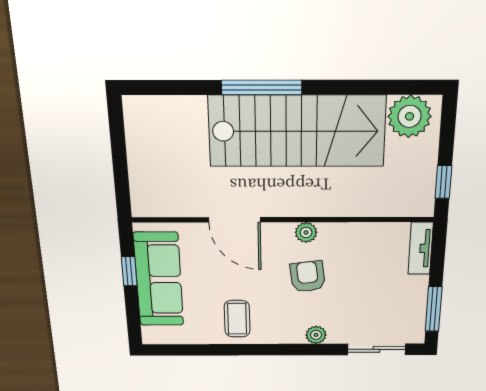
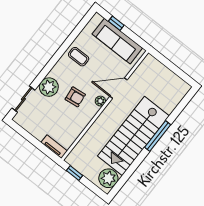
plant: (306, 232) -> (100, 101), moved
window: (129, 271) -> (116, 23), moved
window: (434, 309) -> (24, 134), removed
plant: (316, 335) -> (49, 87), width x1.88, depth x1.88

